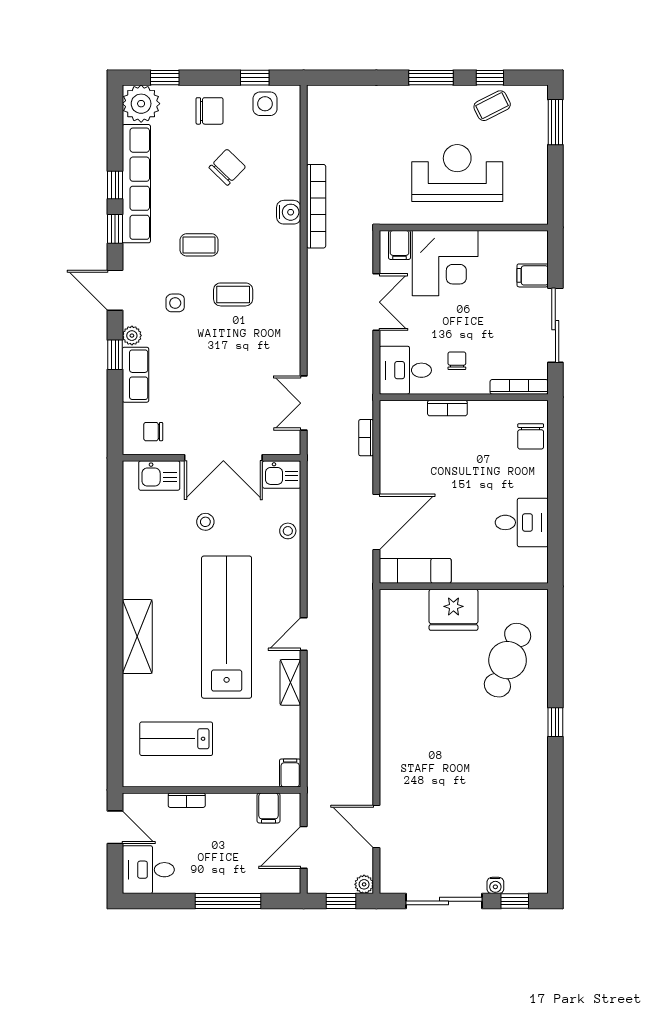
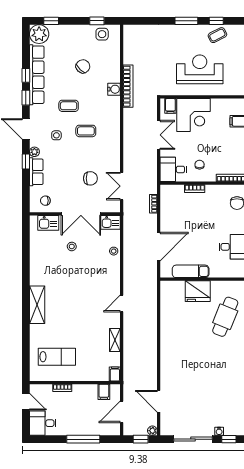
chair: (210, 111) -> (90, 178), moved
exam couch: (415, 571) -> (191, 271), moved
lab bench: (227, 627) -> (83, 300), removed
shelving: (290, 682) -> (115, 340), moved
lab bench: (176, 739) -> (57, 357), turned 180

